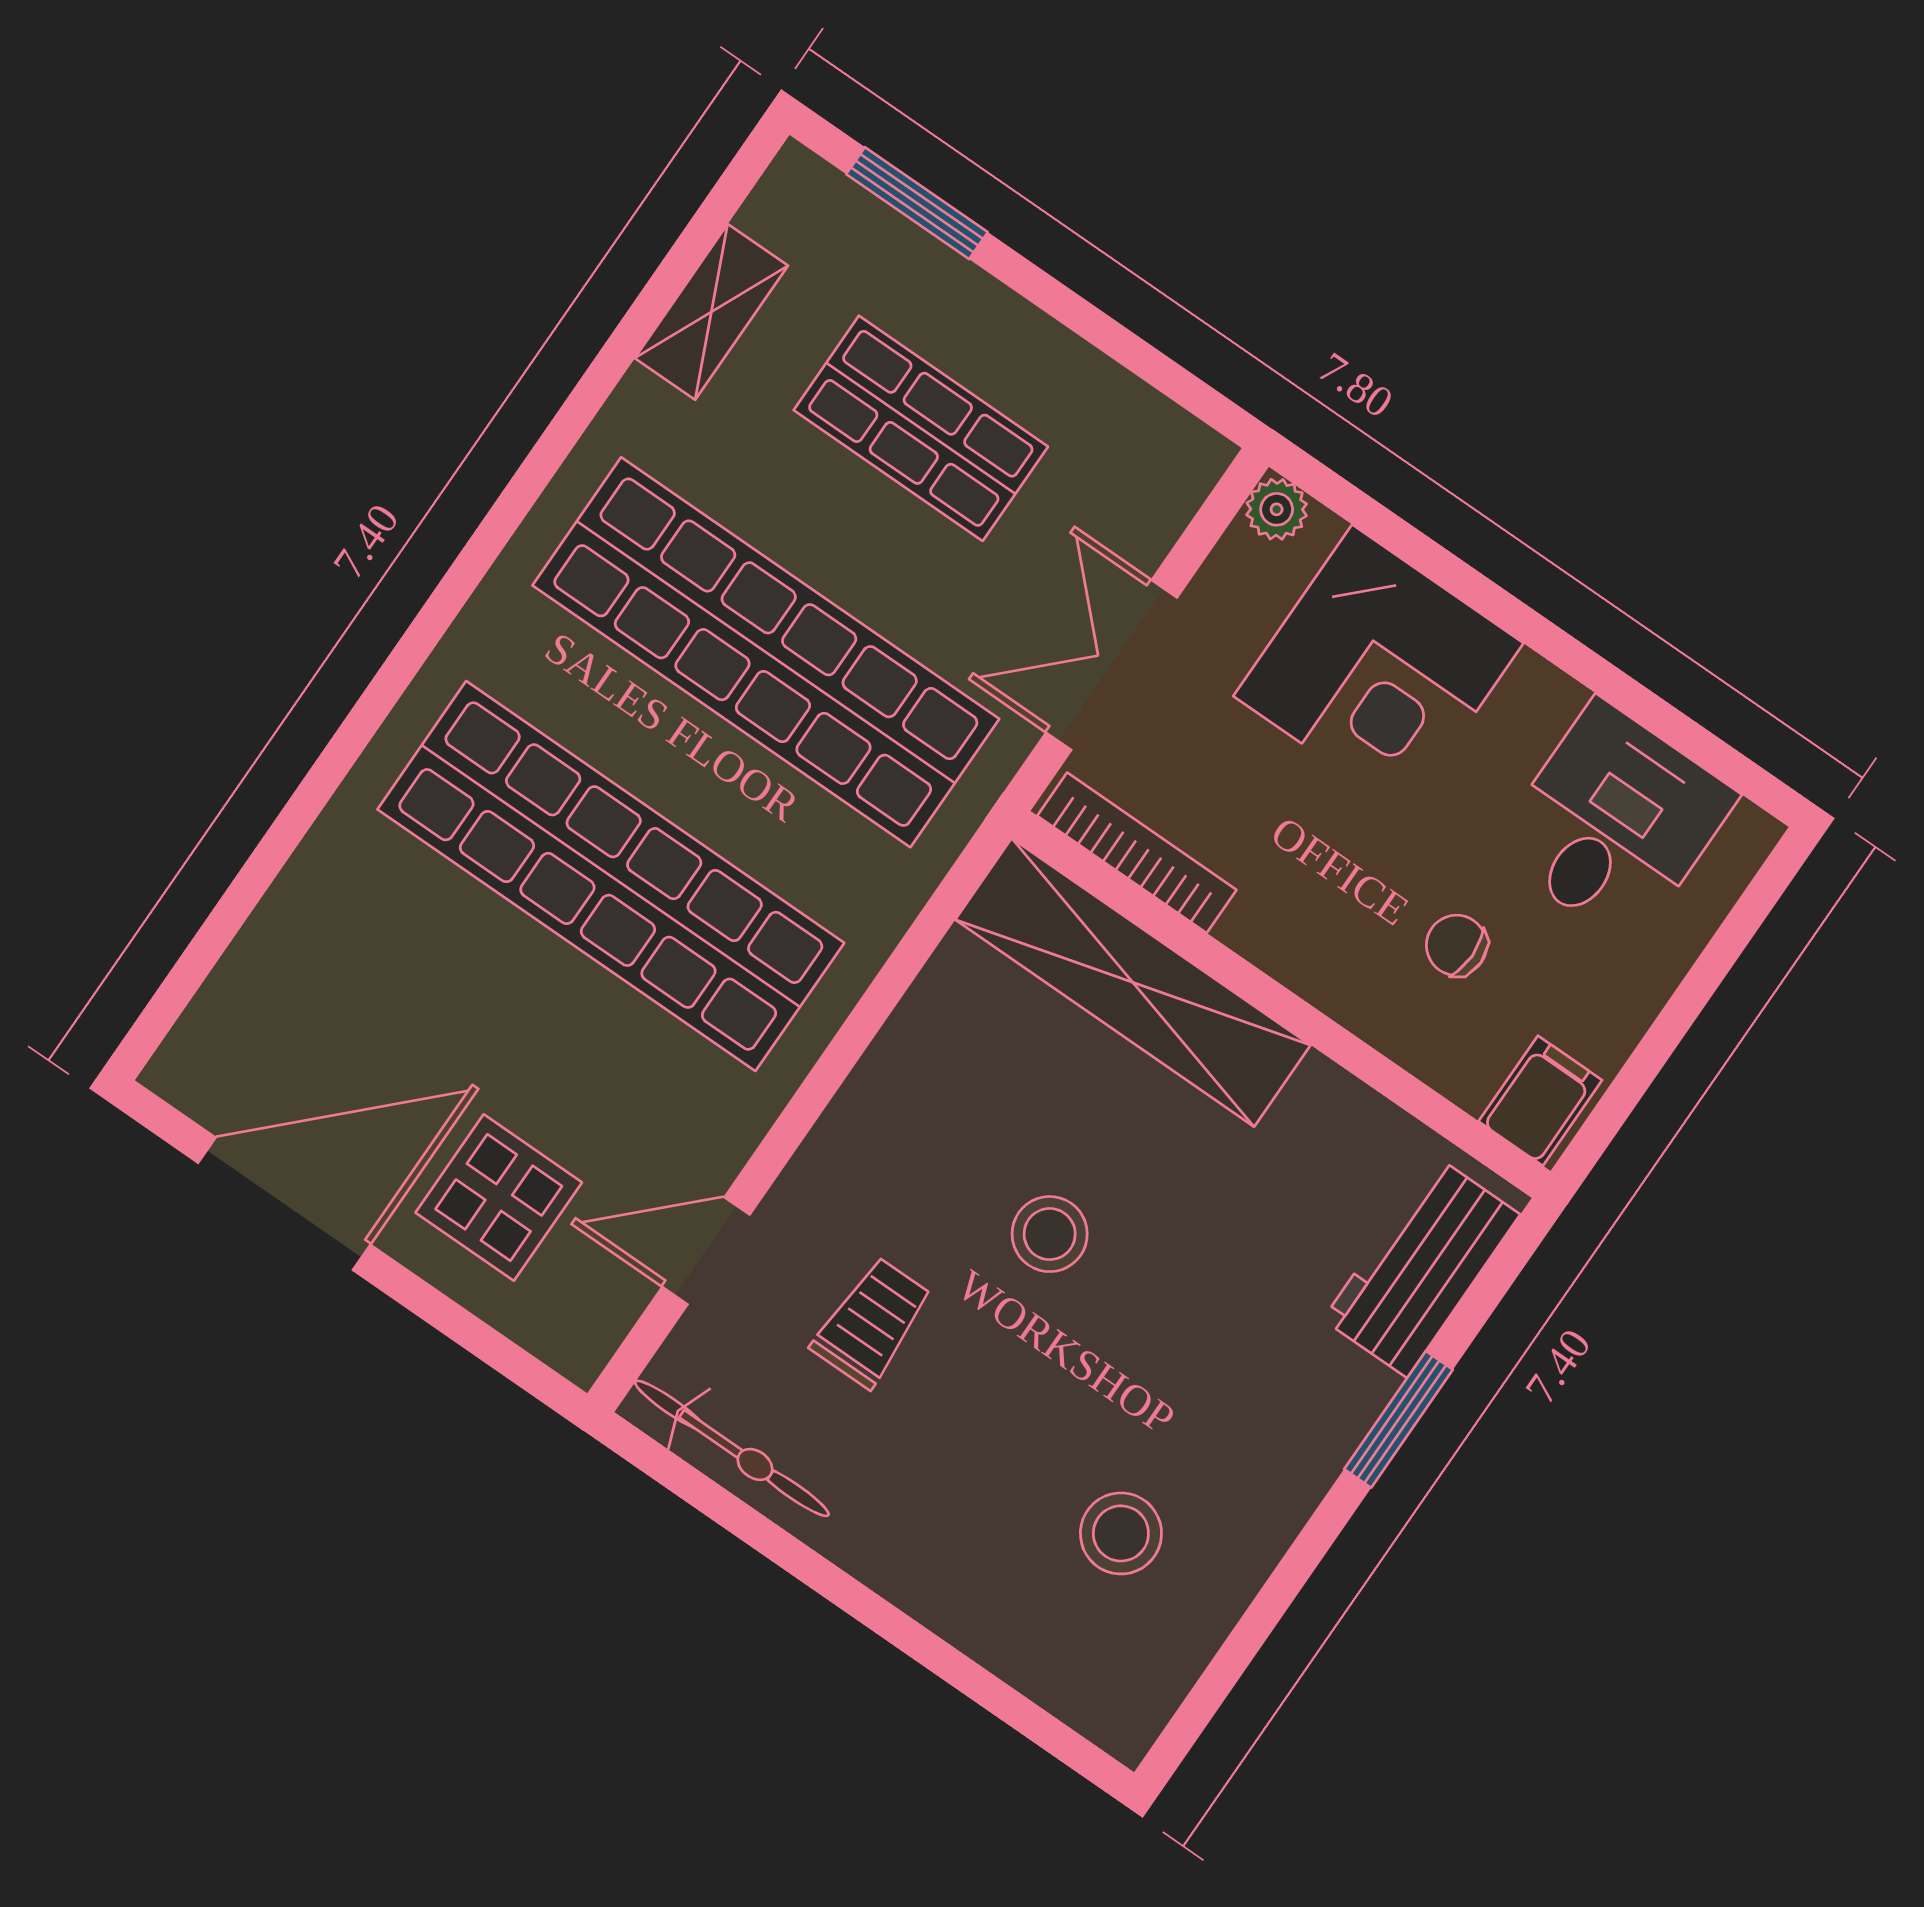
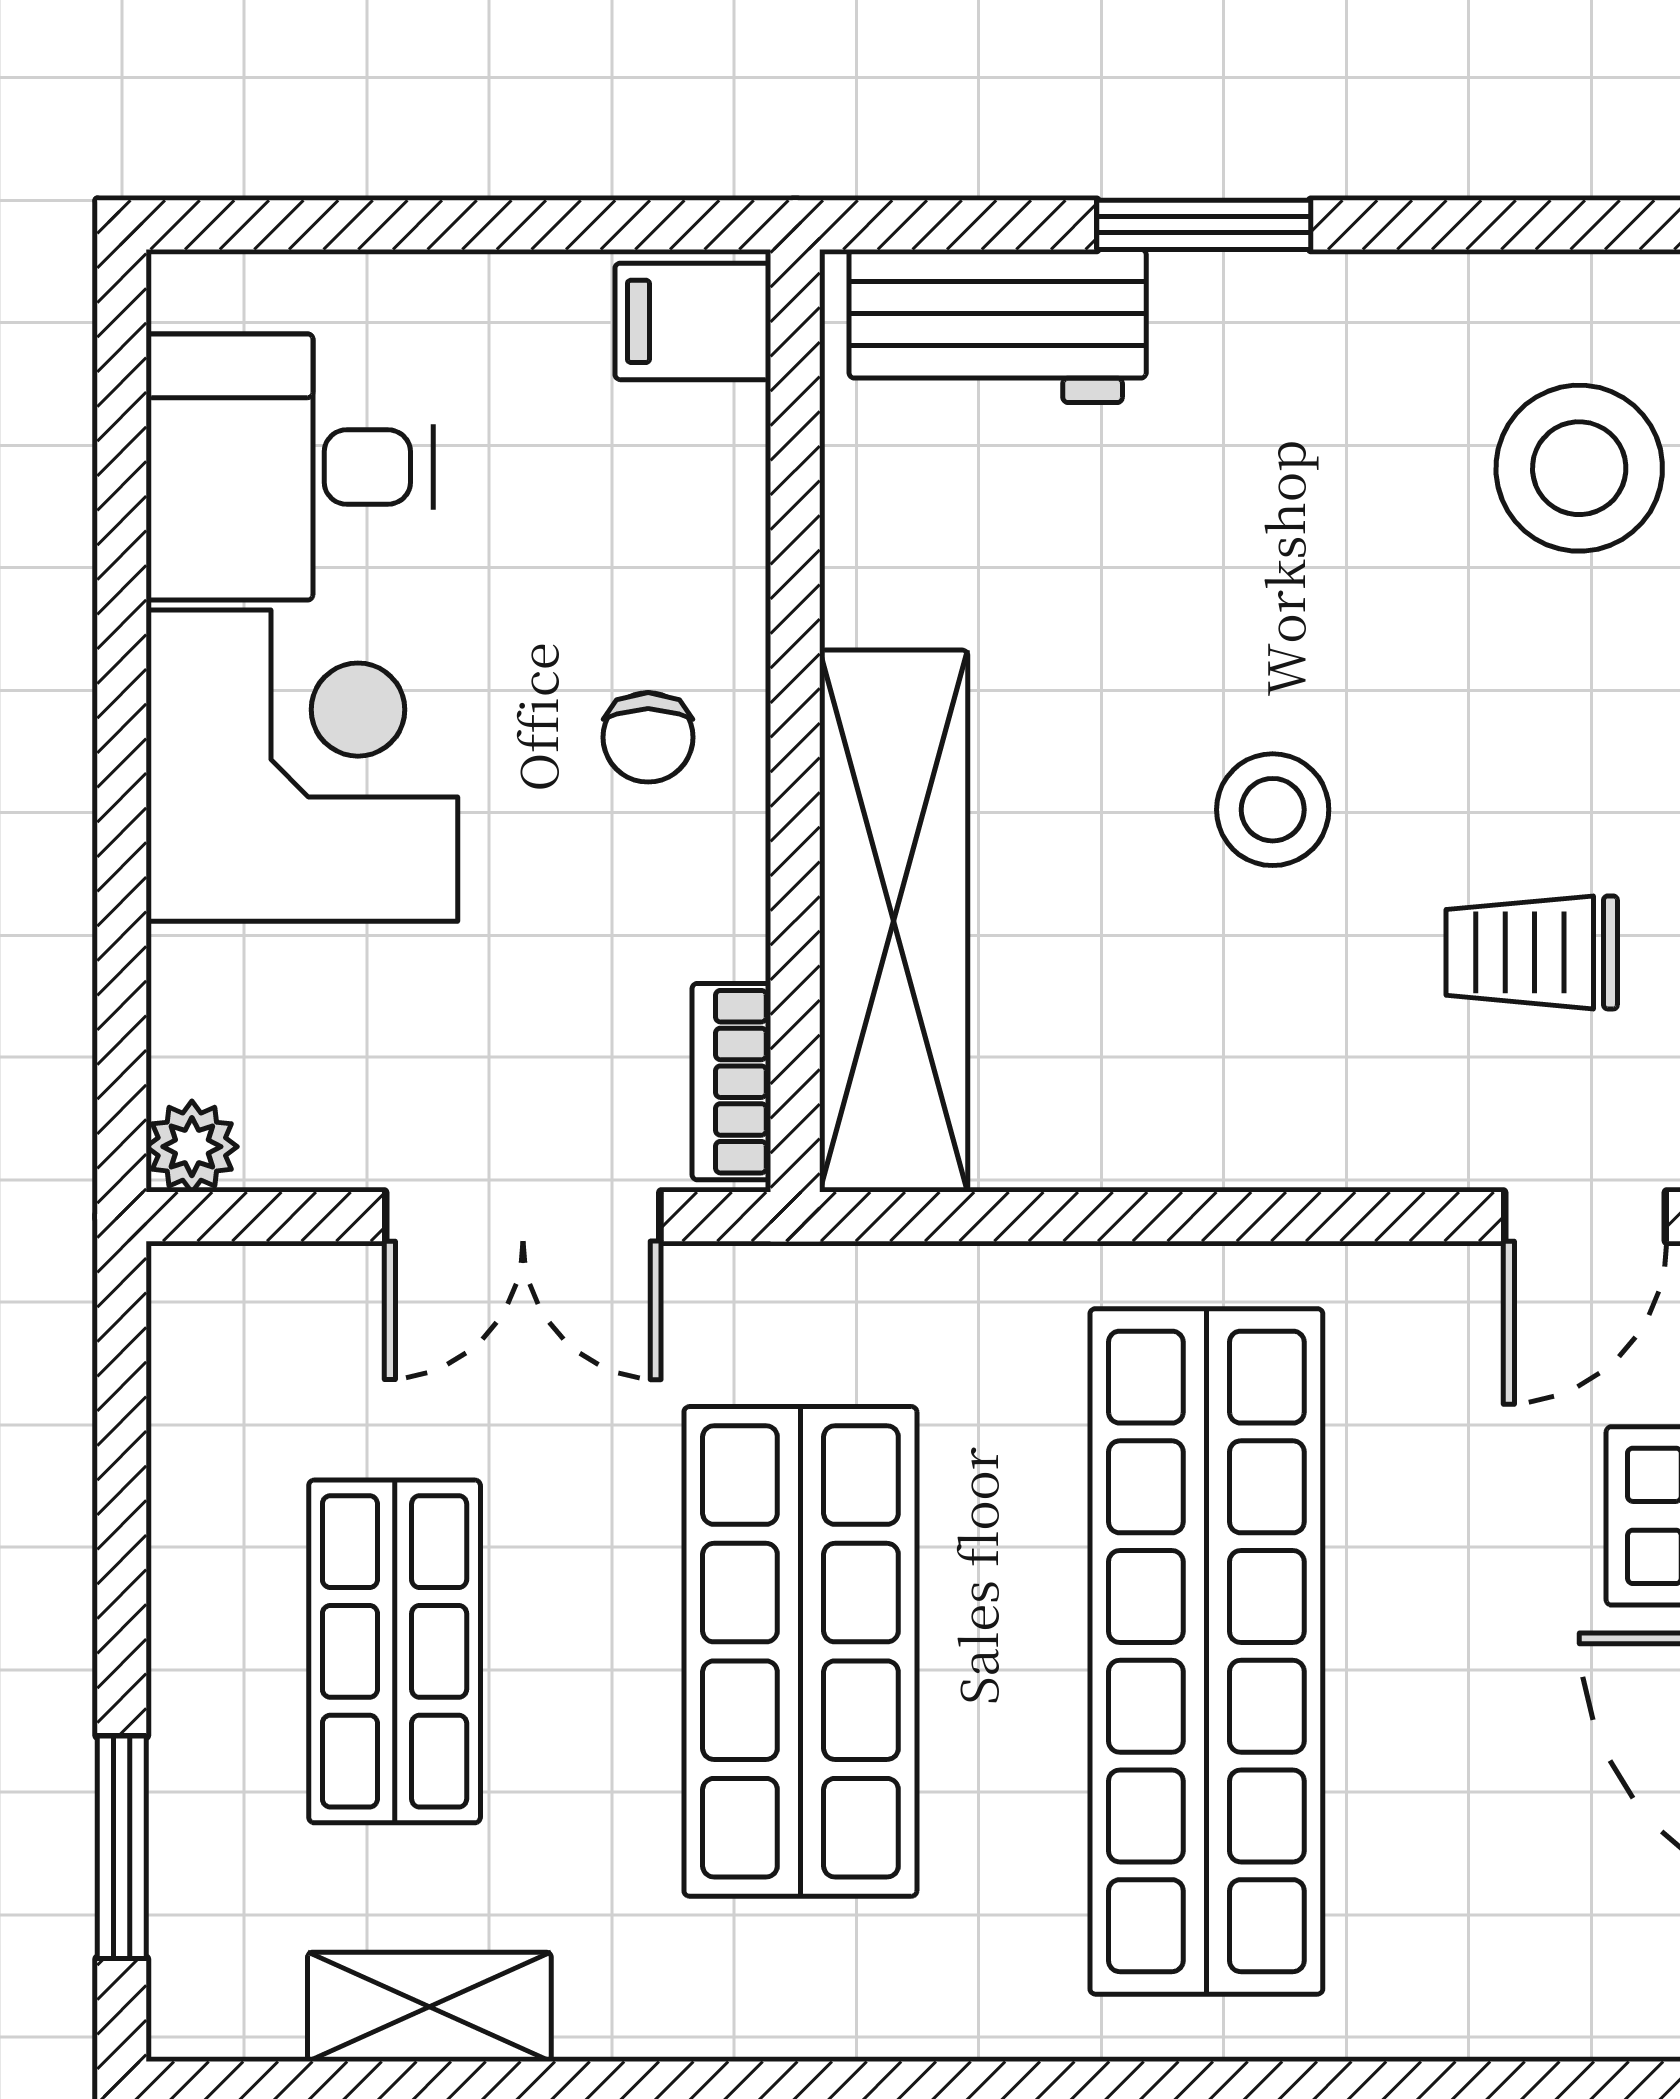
shop shelf: (766, 652) -> (800, 1651), width x0.71
corner desk: (1378, 670) -> (302, 766), moved
bookcase: (1137, 853) -> (731, 1082), width x0.64
chair: (1457, 945) -> (648, 737), moved
door: (706, 1251) -> (1585, 1217), hinge flipped
stool: (1121, 1533) -> (1579, 468), width x1.38, depth x1.38

